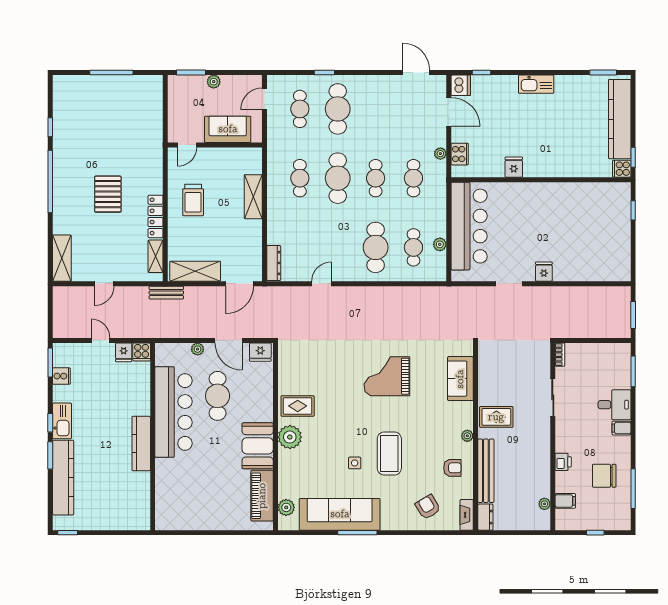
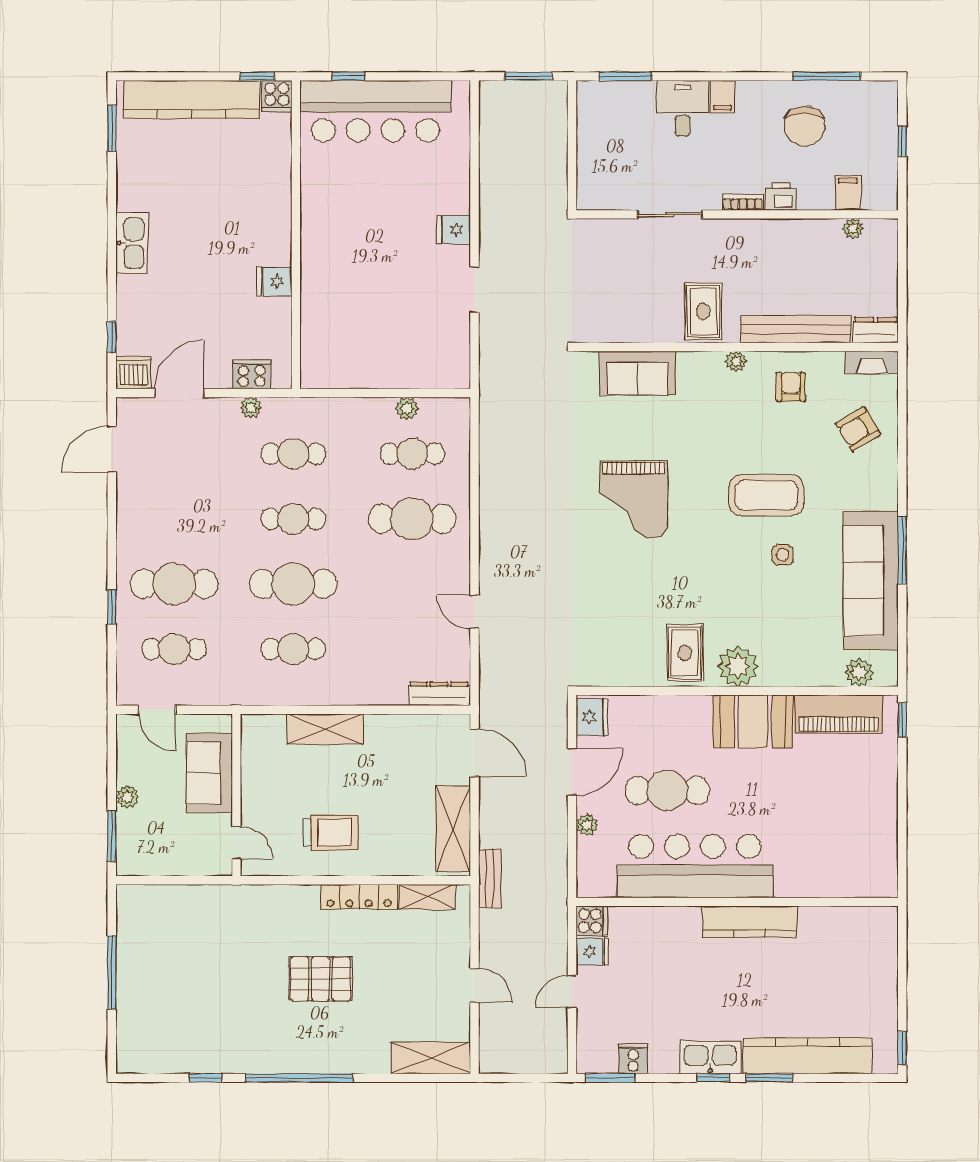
bar counter: (469, 226) -> (375, 111), moved, turned 180
bookcase: (560, 355) -> (743, 202), moved
window: (259, 533) -> (902, 720), added

